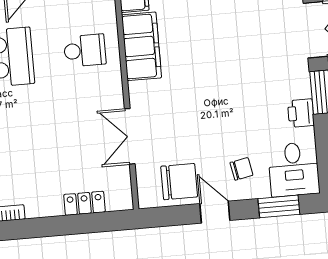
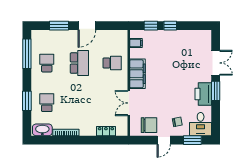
filing cabinet: (142, 46) -> (137, 74), moved
printer: (301, 113) -> (203, 94), width x1.87, depth x1.48
door: (215, 212) -> (164, 140), swing flipped

